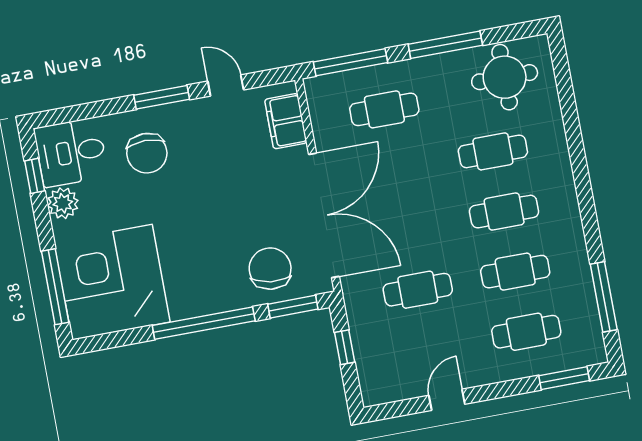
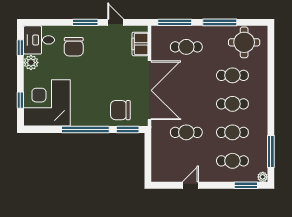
chair: (270, 269) -> (120, 110), turned -97
window: (55, 287) -> (20, 100), width x0.46
window: (345, 347) -> (148, 153), removed
plant: (596, 354) -> (263, 177), added

